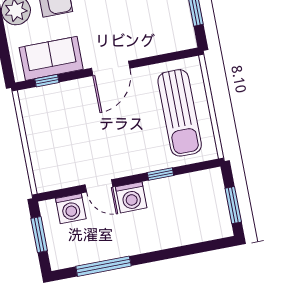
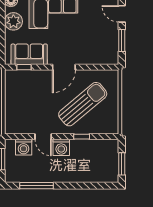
sun lounger: (180, 113) -> (83, 104), moved, turned -130

